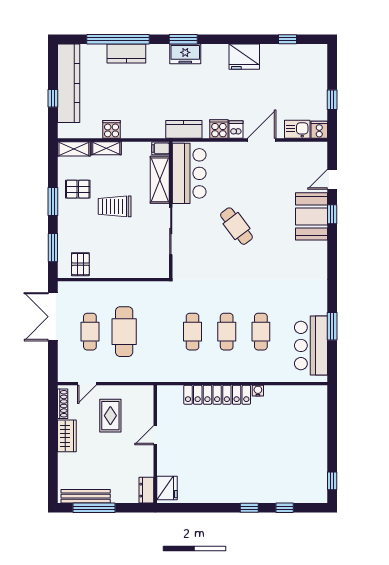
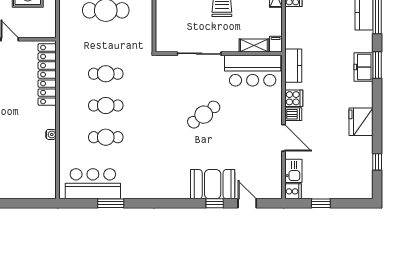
shelving: (160, 180) -> (254, 46), width x0.67, depth x0.75
locker: (217, 395) -> (47, 75), moved

